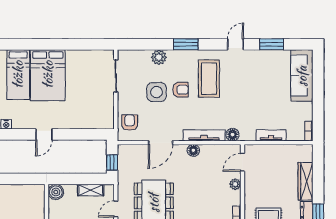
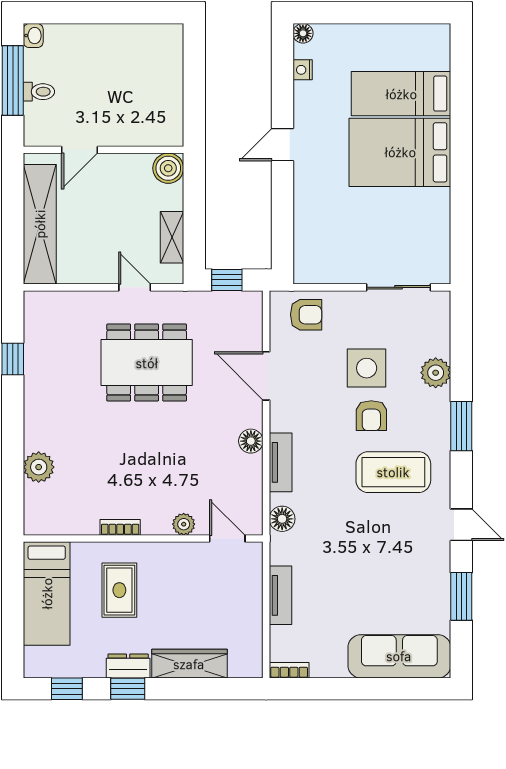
door: (44, 134) -> (283, 145), hinge flipped
tv unit: (204, 135) -> (281, 462), width x0.71

